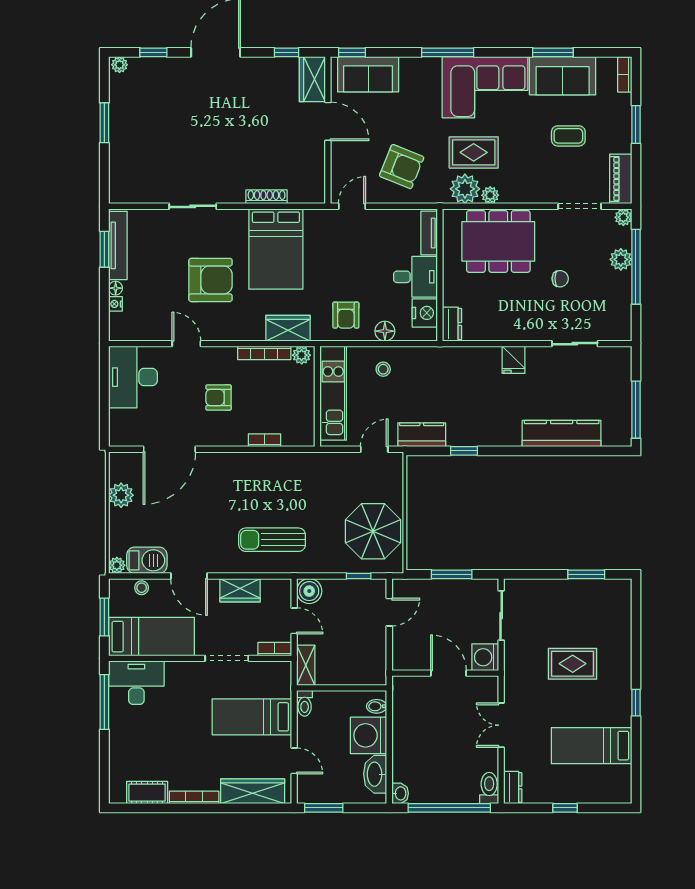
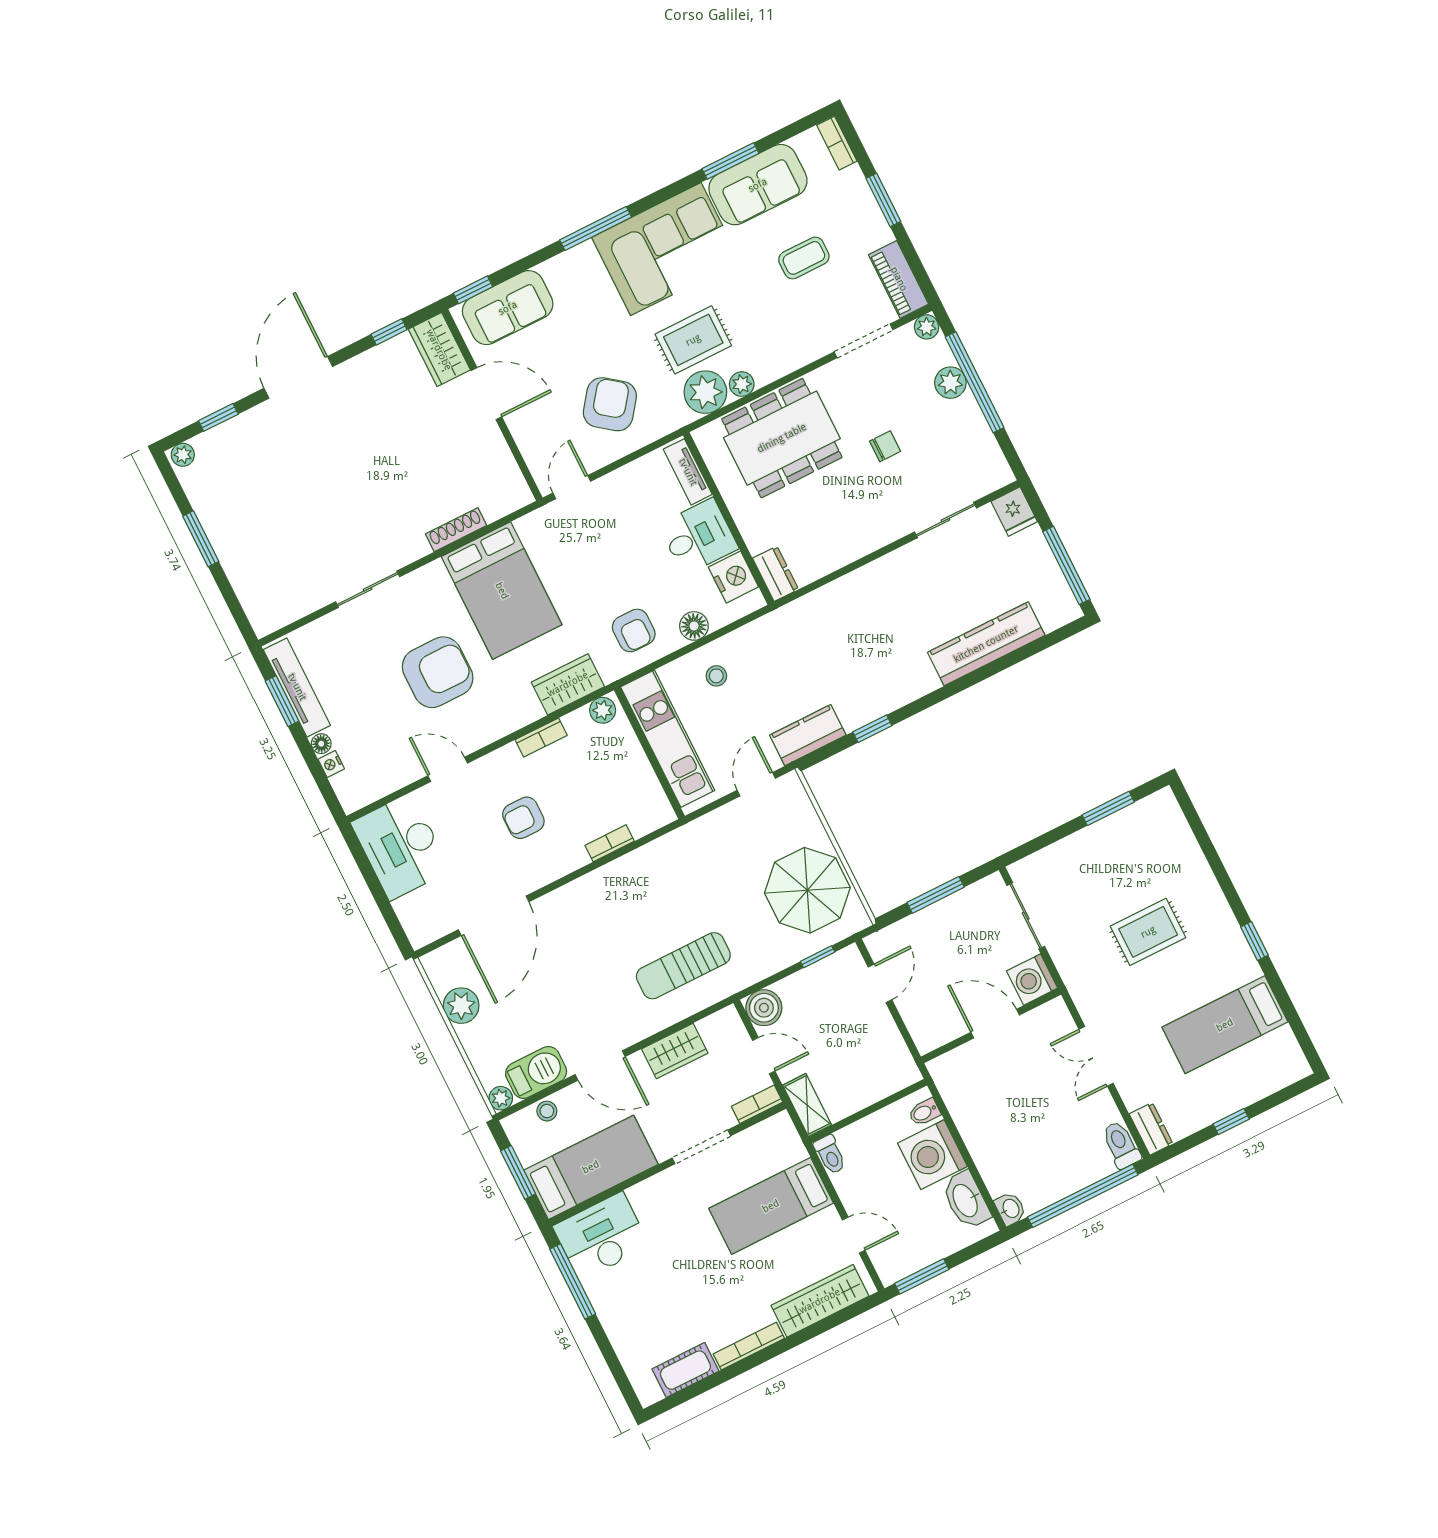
armchair: (402, 167) -> (610, 404), turned -75
bookcase: (264, 353) -> (541, 738), width x0.64
fridge: (513, 360) -> (1014, 512), moved

